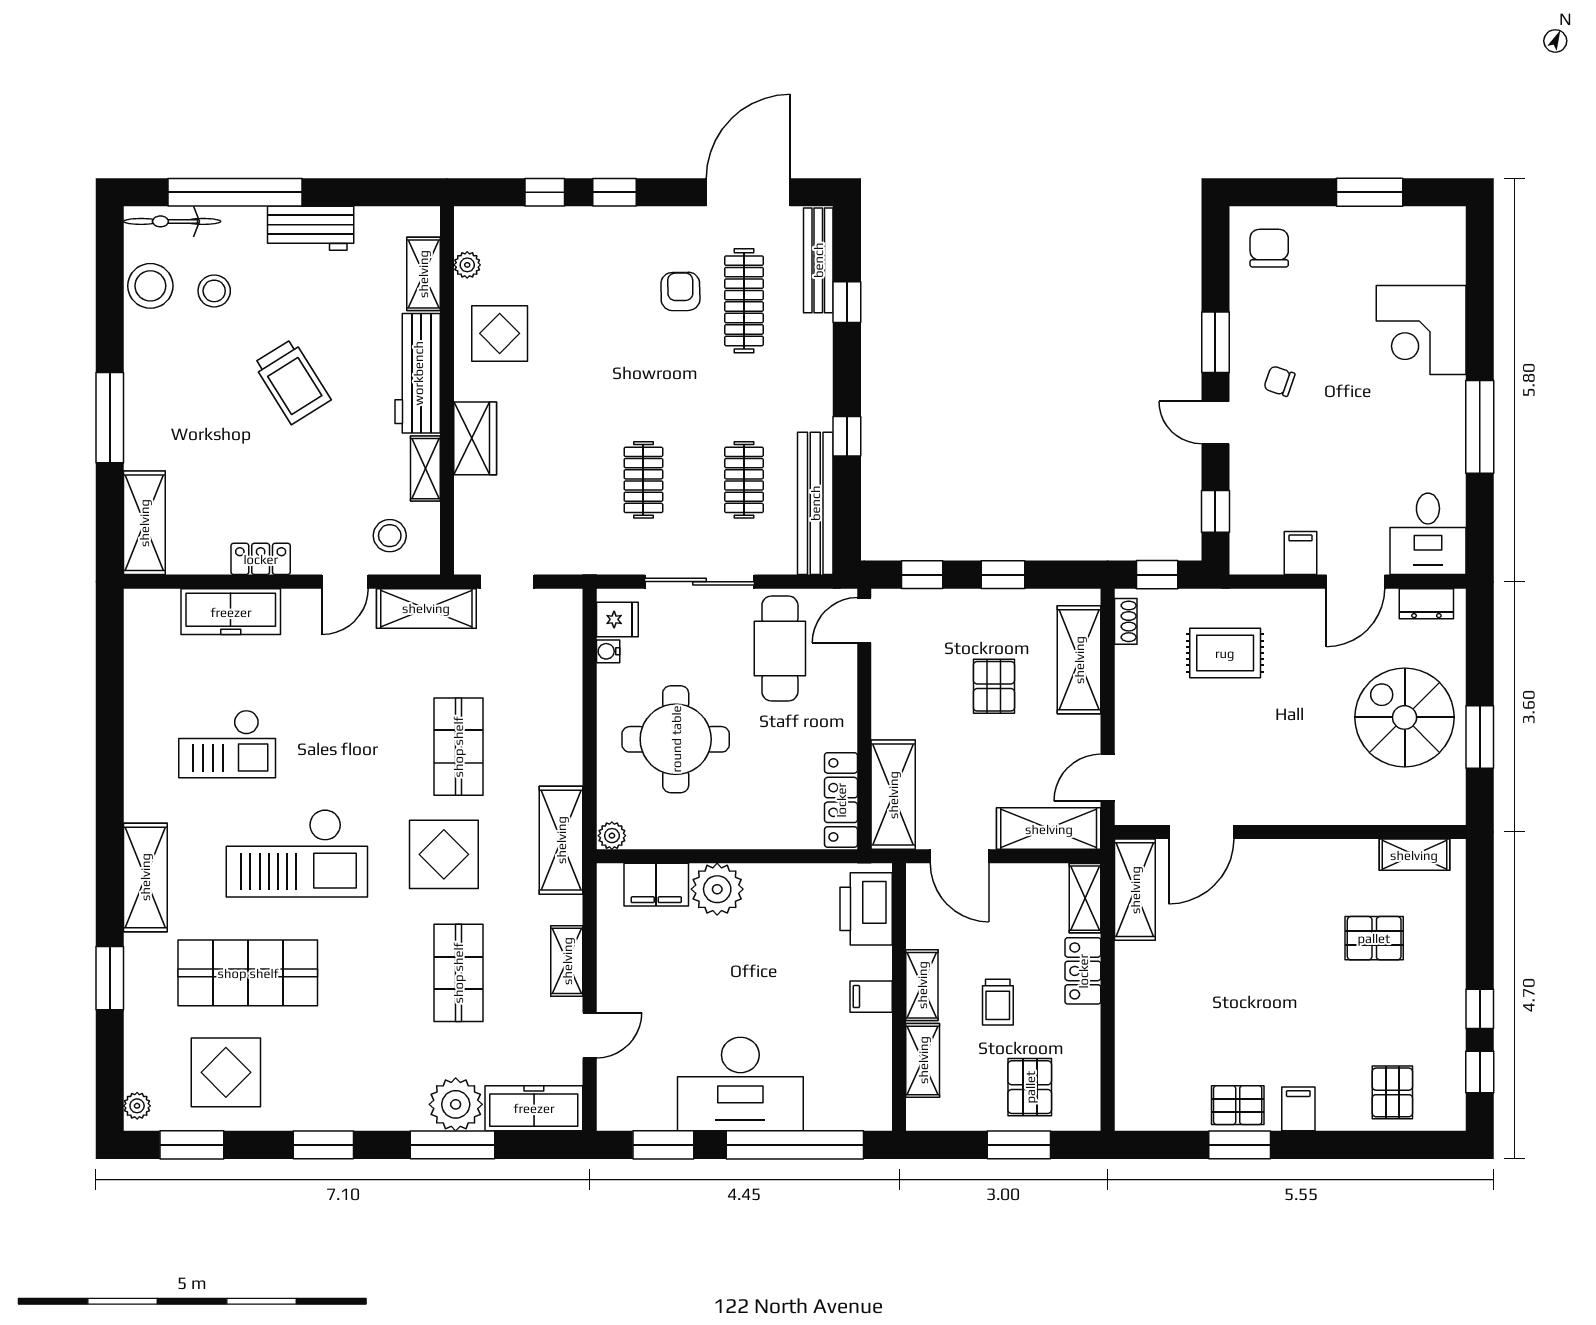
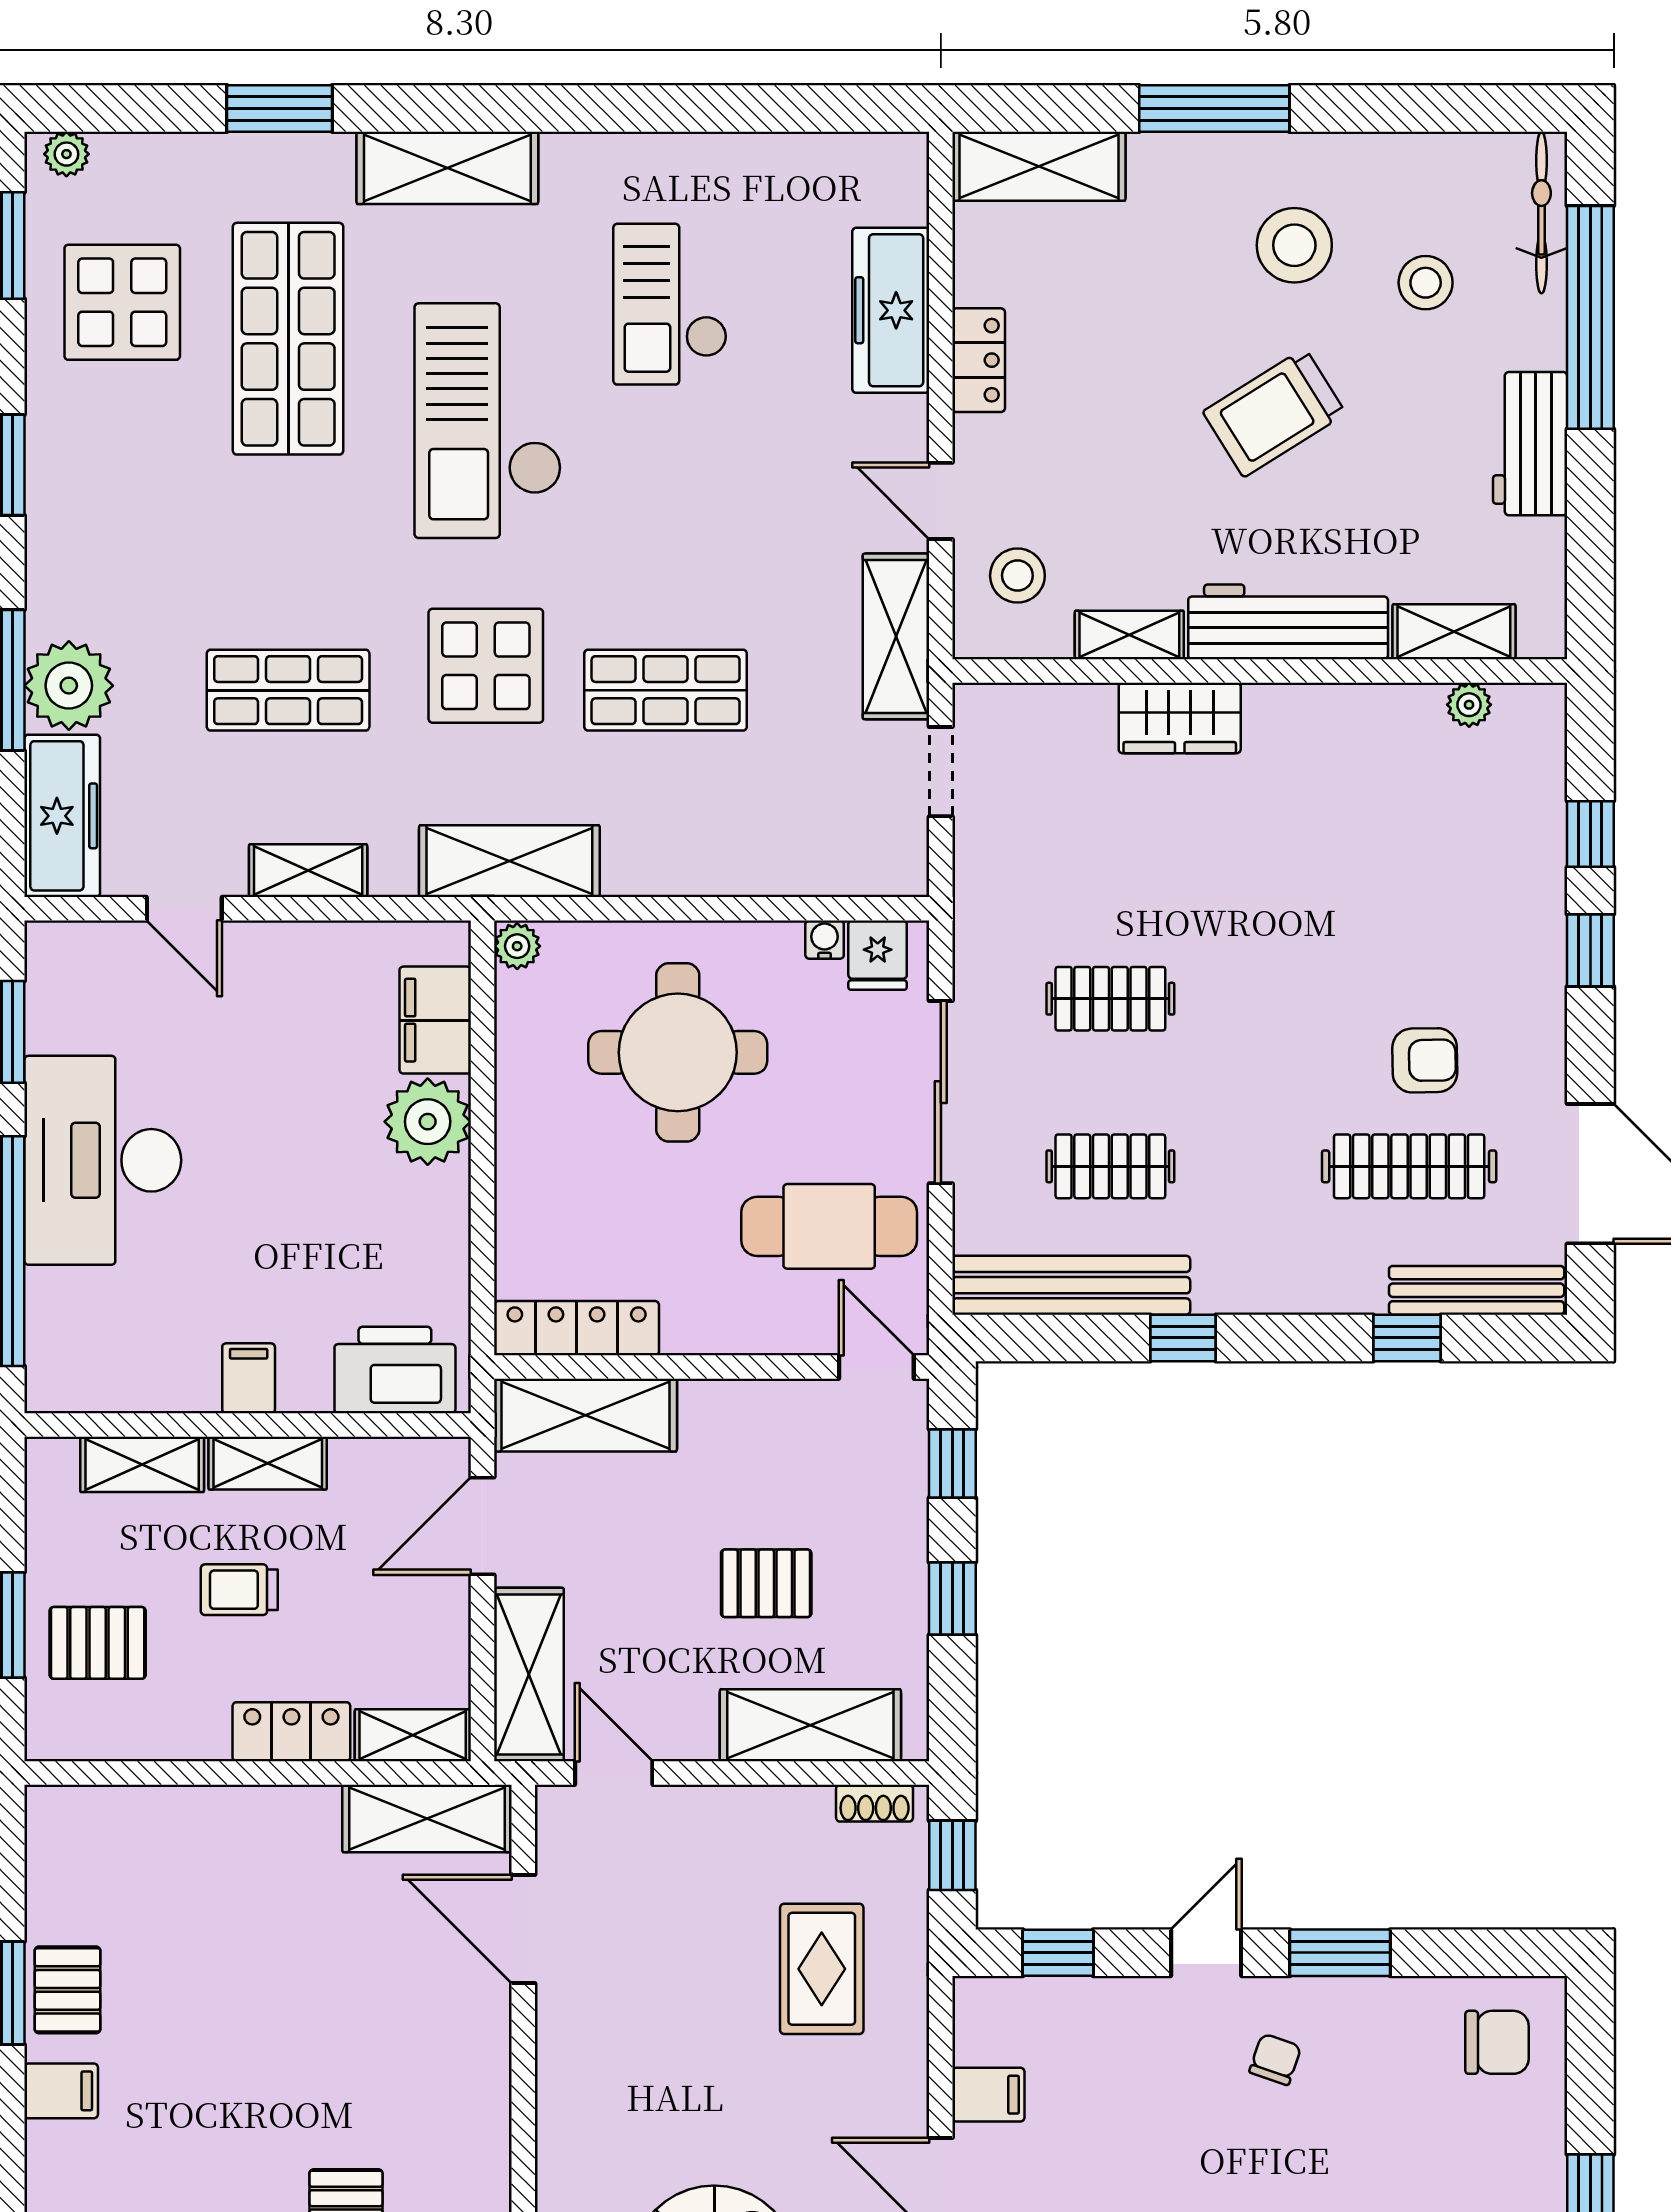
stool: (150, 286) -> (1294, 245), moved
display table: (500, 333) -> (1355, 759), removed

